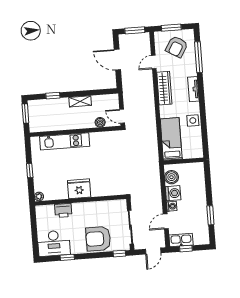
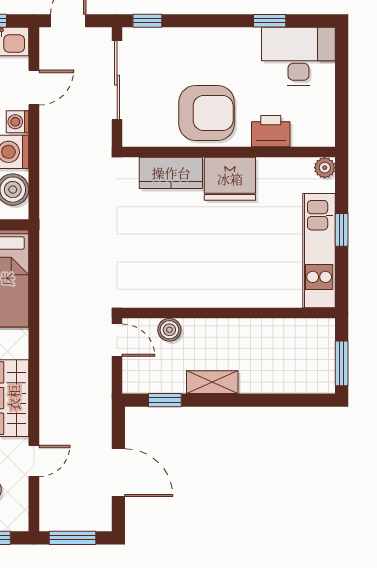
window: (53, 96) -> (165, 400), moved
kitchen unit: (65, 141) -> (319, 251), moved, turned -90
kitchen counter: (105, 189) -> (171, 173), added
armchair: (98, 239) -> (207, 113), moved

